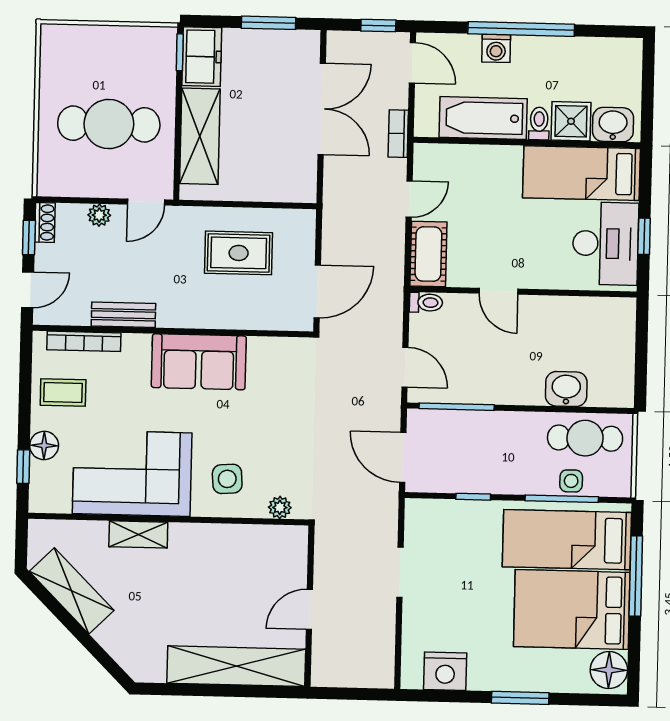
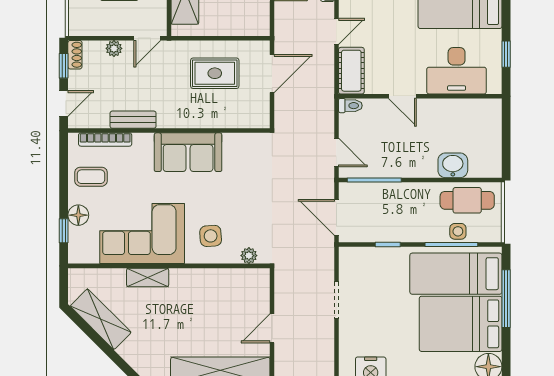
desk: (606, 244) -> (457, 71), moved, turned 90
door: (317, 291) -> (272, 74), moved

